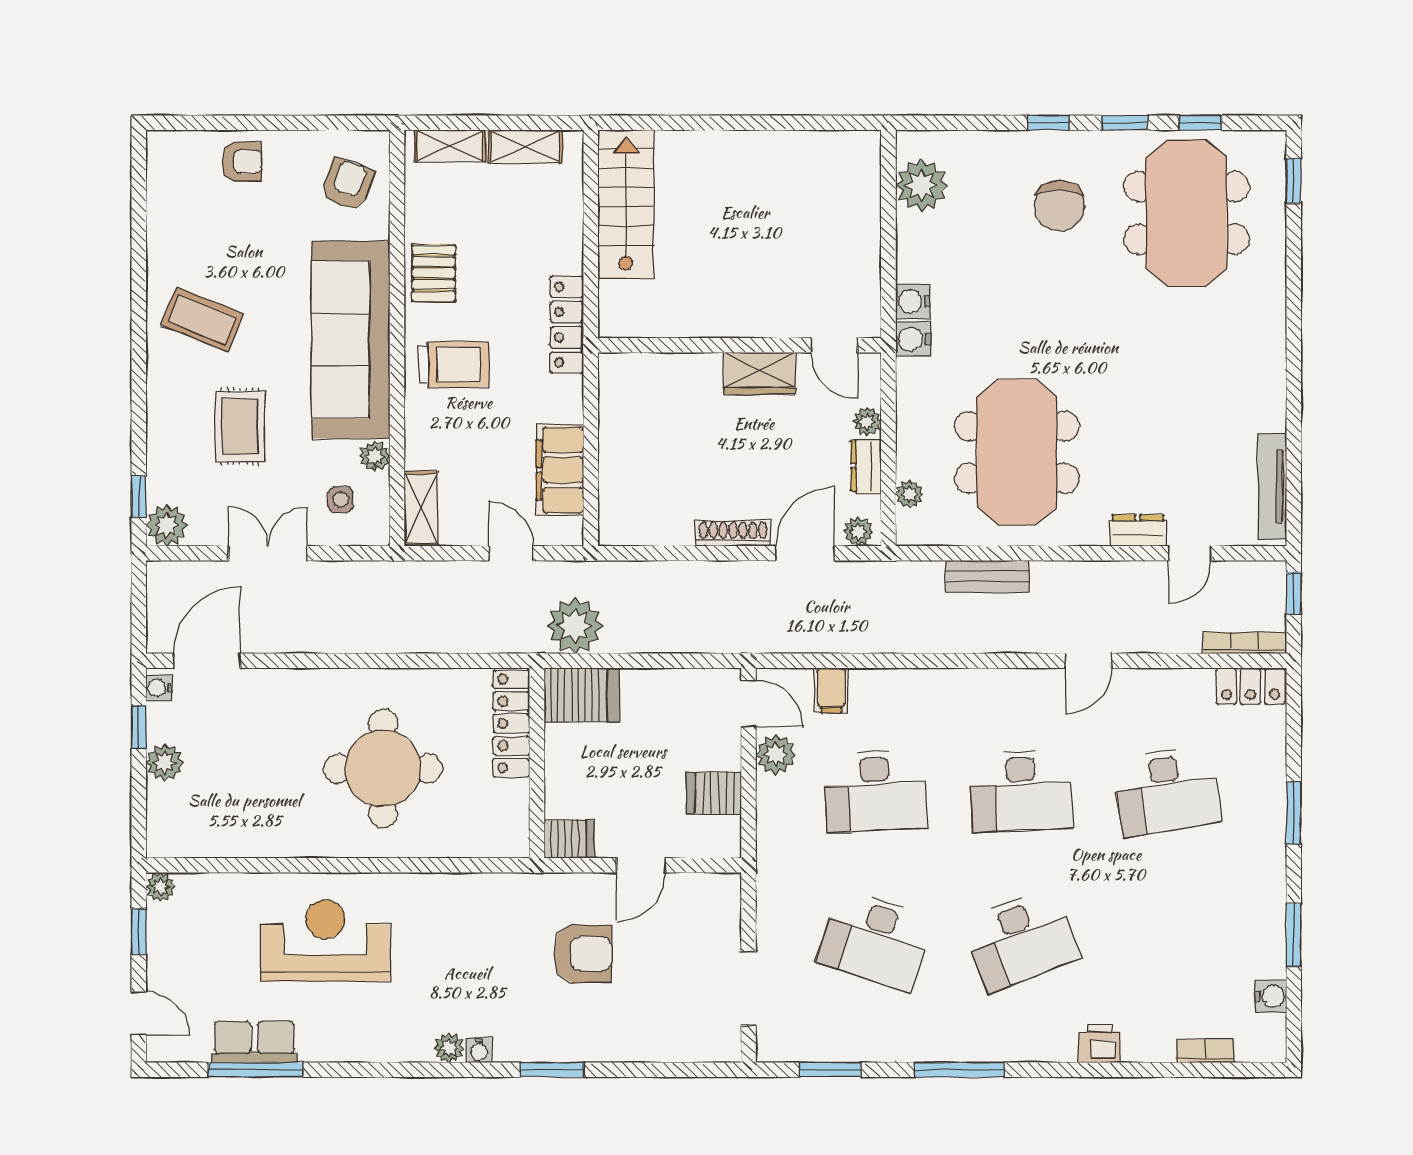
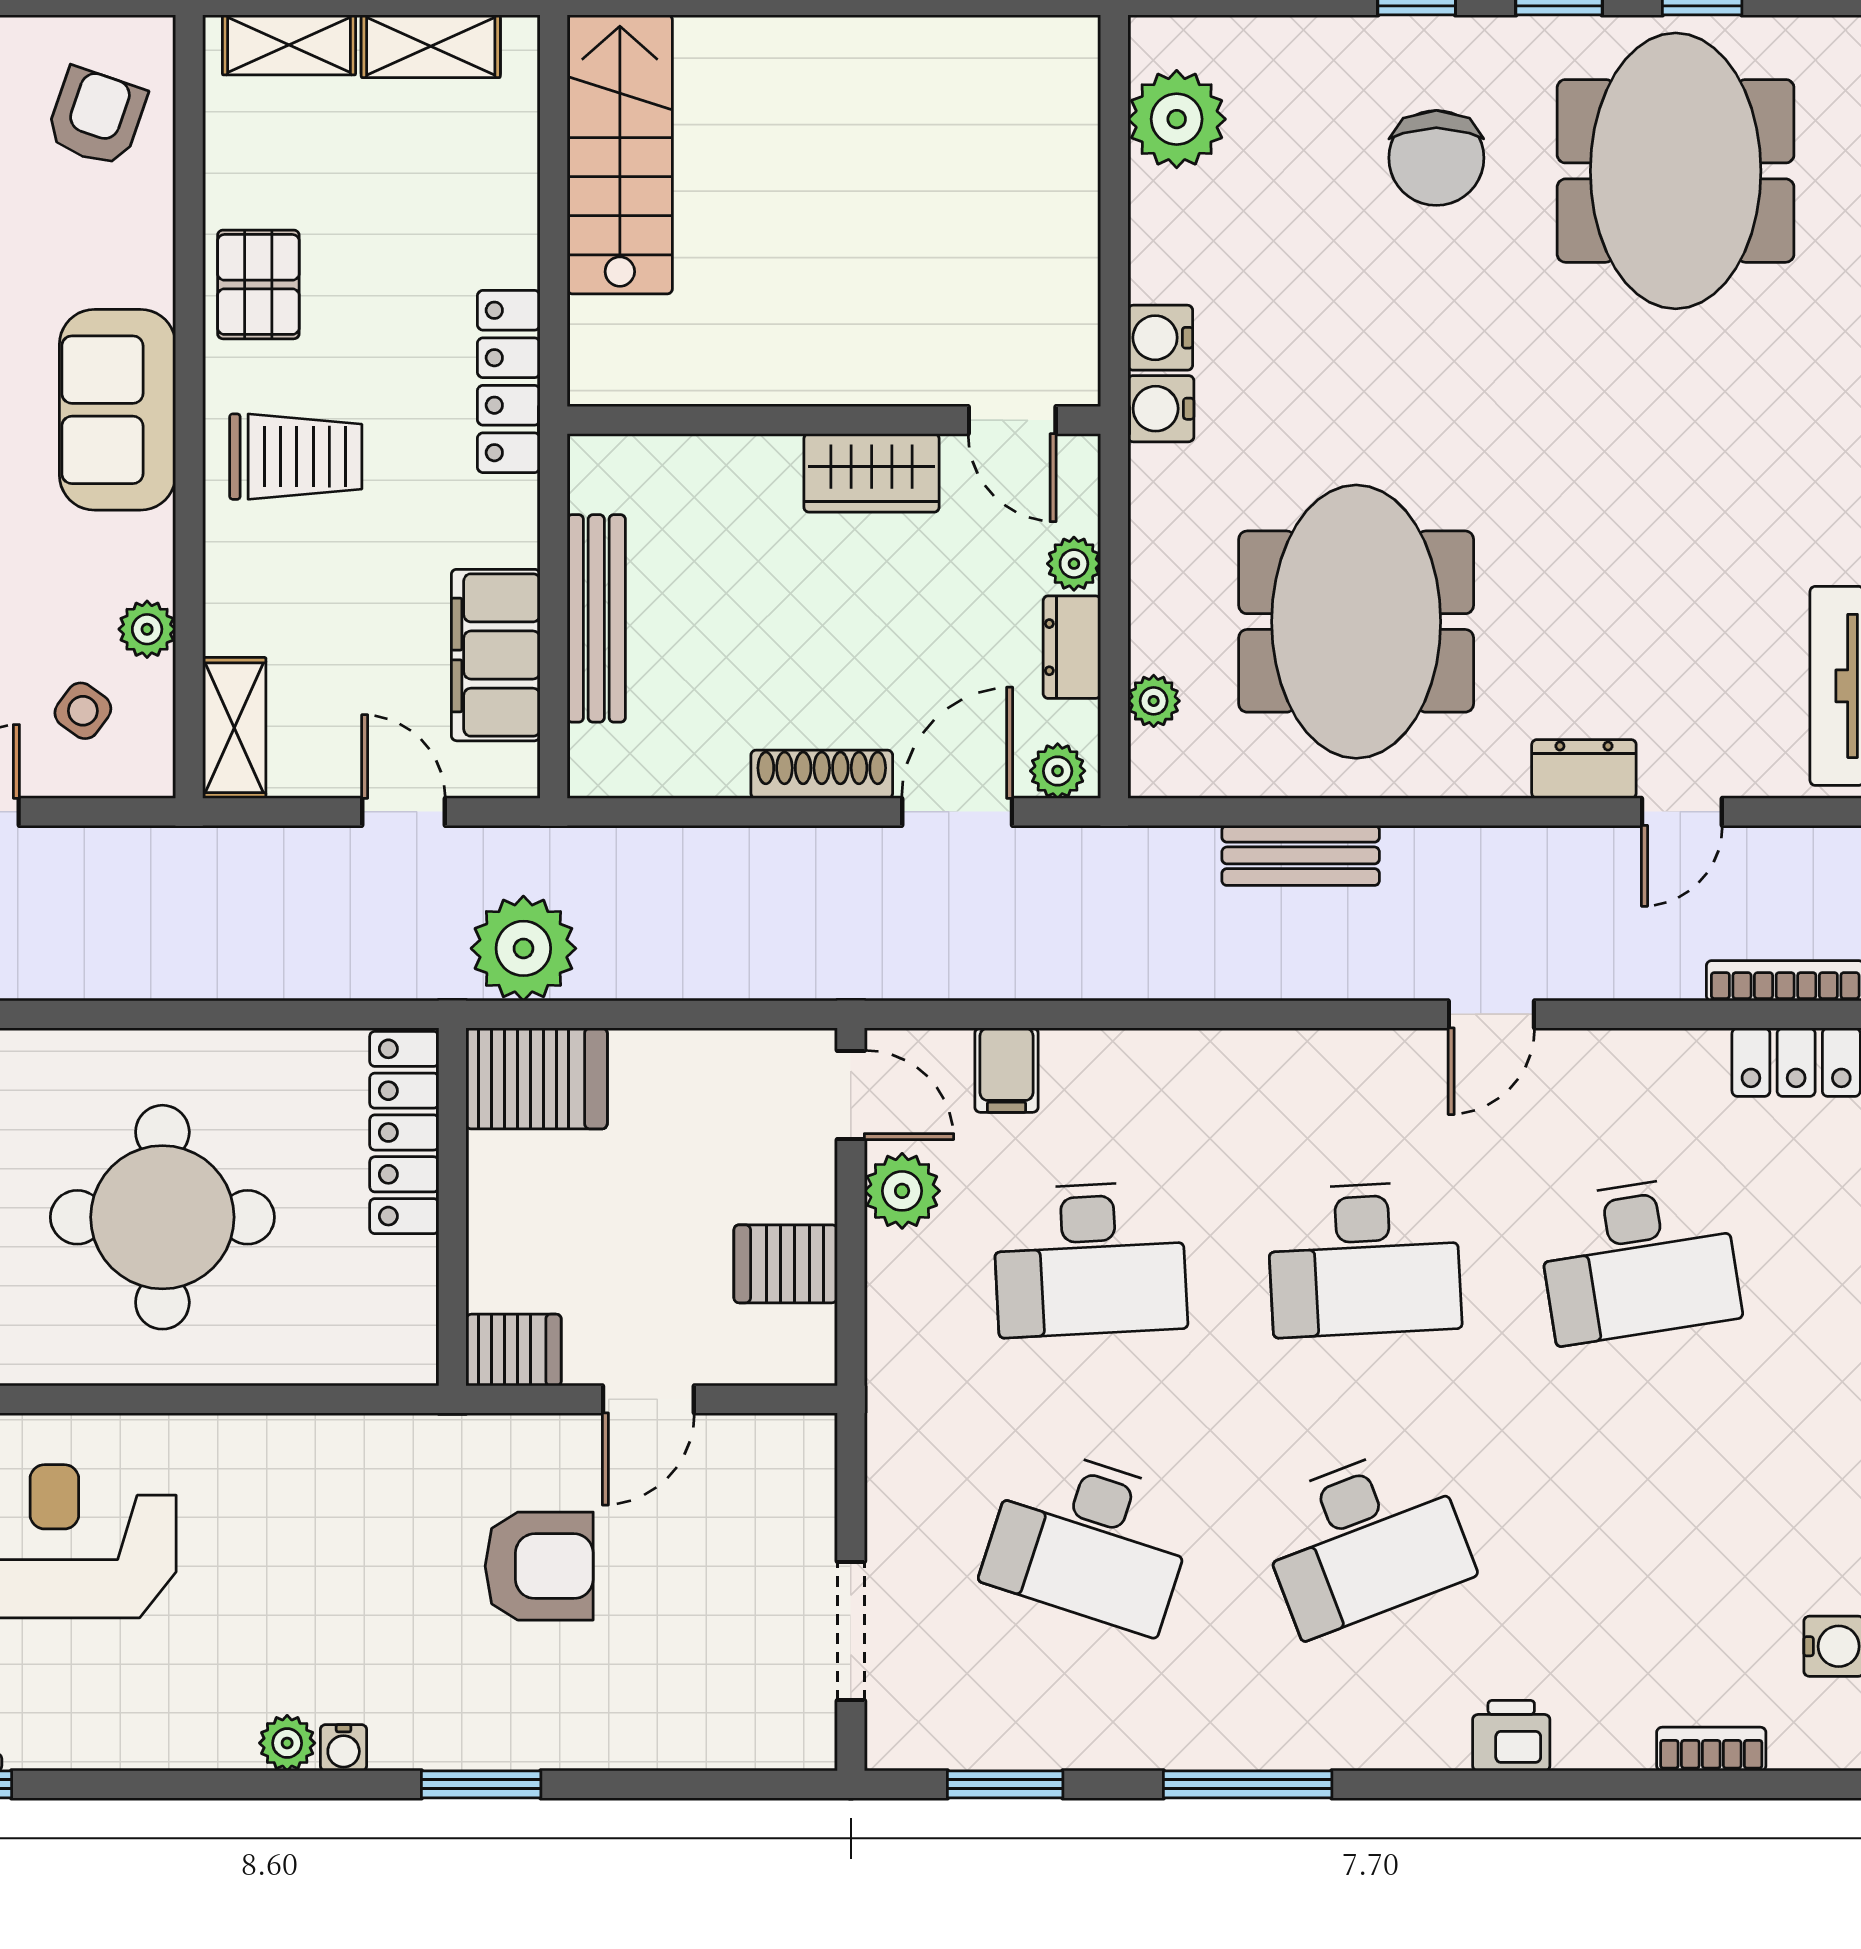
sofa: (351, 340) -> (117, 410), width x0.54, depth x0.79
bench: (613, 450) -> (596, 618), added
side table: (341, 500) -> (83, 711), turned 36

